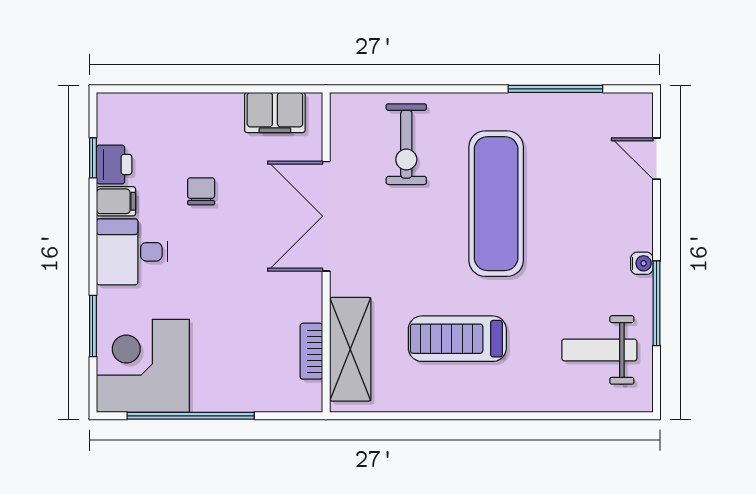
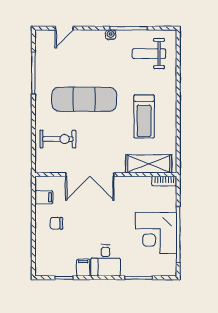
filing cabinet: (275, 112) -> (44, 197), width x0.50
printer: (114, 164) -> (67, 268), removed
chair: (201, 191) -> (56, 223), moved
weight bench: (599, 350) -> (149, 54), turned 90
bookcase: (311, 351) -> (164, 181), moved
corner desk: (143, 366) -> (156, 233), moved

